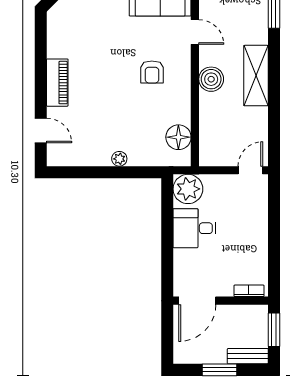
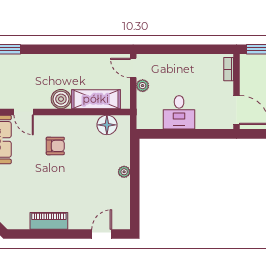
door: (195, 32) -> (24, 112), swing flipped
shelving: (256, 76) -> (96, 99), moved
piano: (57, 83) -> (49, 221), moved
plant: (188, 189) -> (143, 86), moved, width x0.53, depth x0.53

